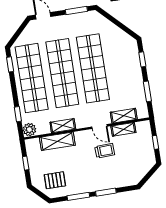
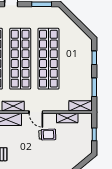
shelving: (124, 116) -> (81, 106), moved
door: (99, 127) -> (36, 112), moved

